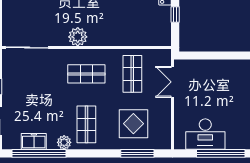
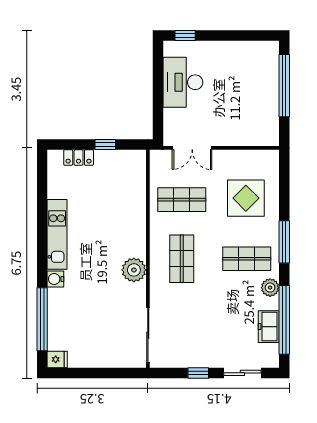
desk: (205, 134) -> (183, 82), moved, turned 180
window: (137, 153) -> (284, 242), moved

